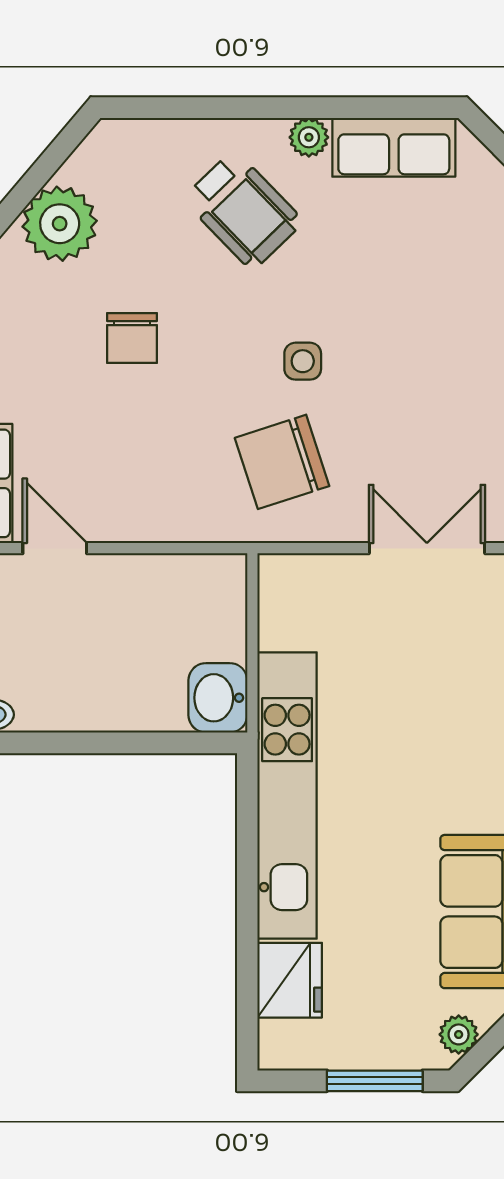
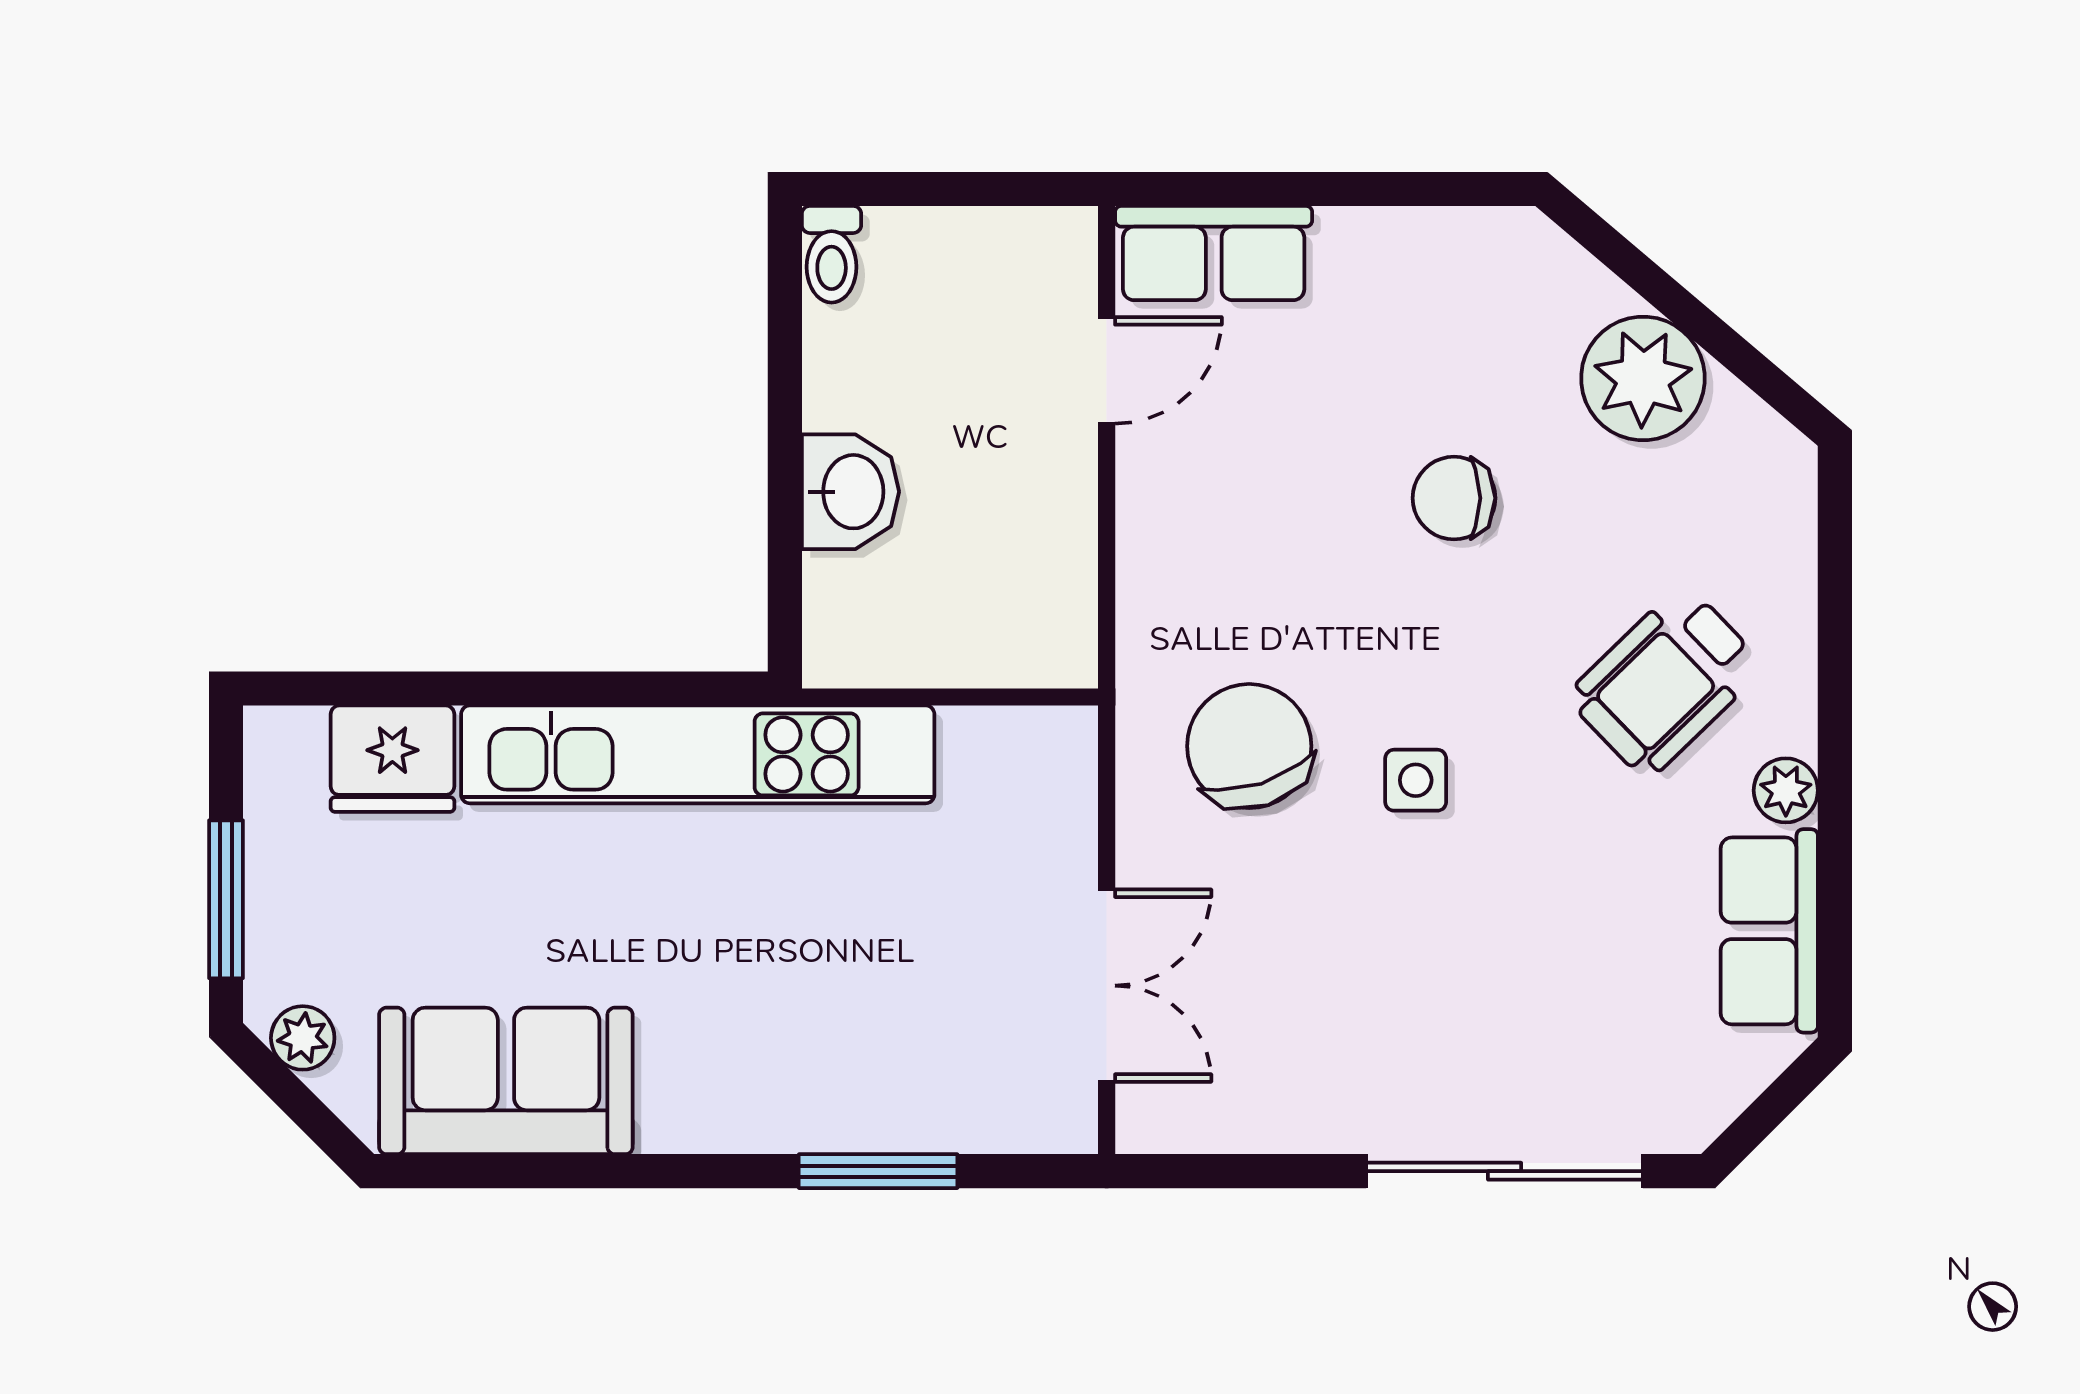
washbasin: (218, 698) -> (850, 492), moved, turned 90

